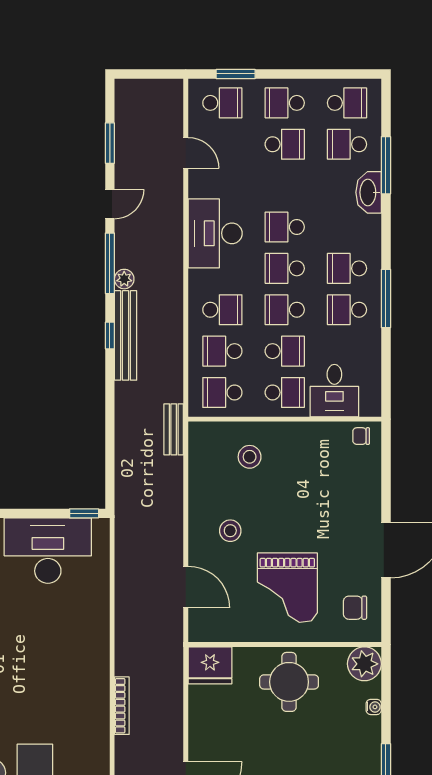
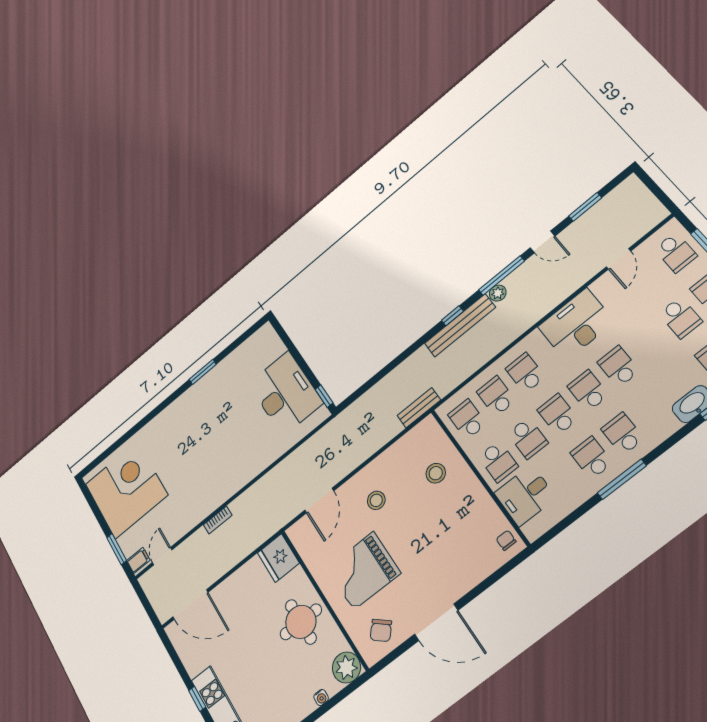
school desk: (222, 310) -> (525, 373), turned 180
chair: (355, 608) -> (381, 630), turned -139
bookcase: (122, 706) -> (218, 520), width x0.64

